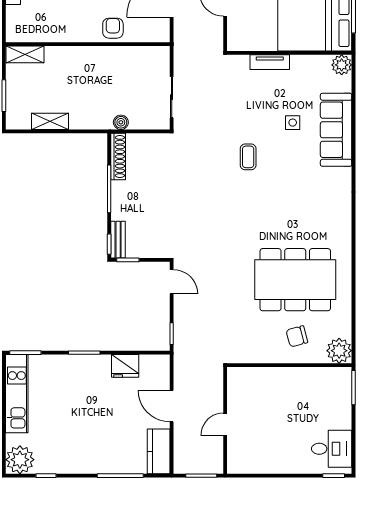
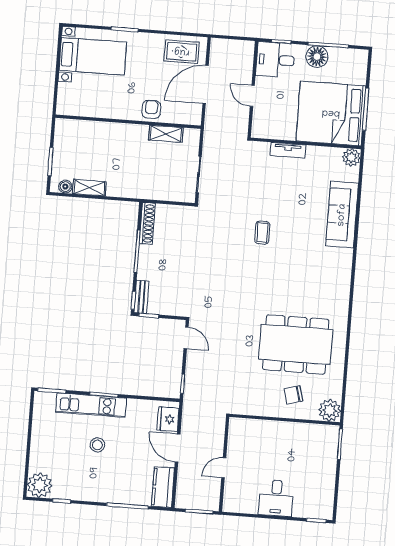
shelving: (25, 54) -> (166, 134), moved
boiler: (121, 122) -> (65, 187), moved
side table: (293, 123) -> (304, 205), removed
fridge: (125, 366) -> (168, 419), moved, turned 90
kitchen unit: (17, 394) -> (91, 405), moved, turned 90
stool: (81, 410) -> (97, 445), added
desk: (332, 449) -> (276, 498), moved, turned 90

